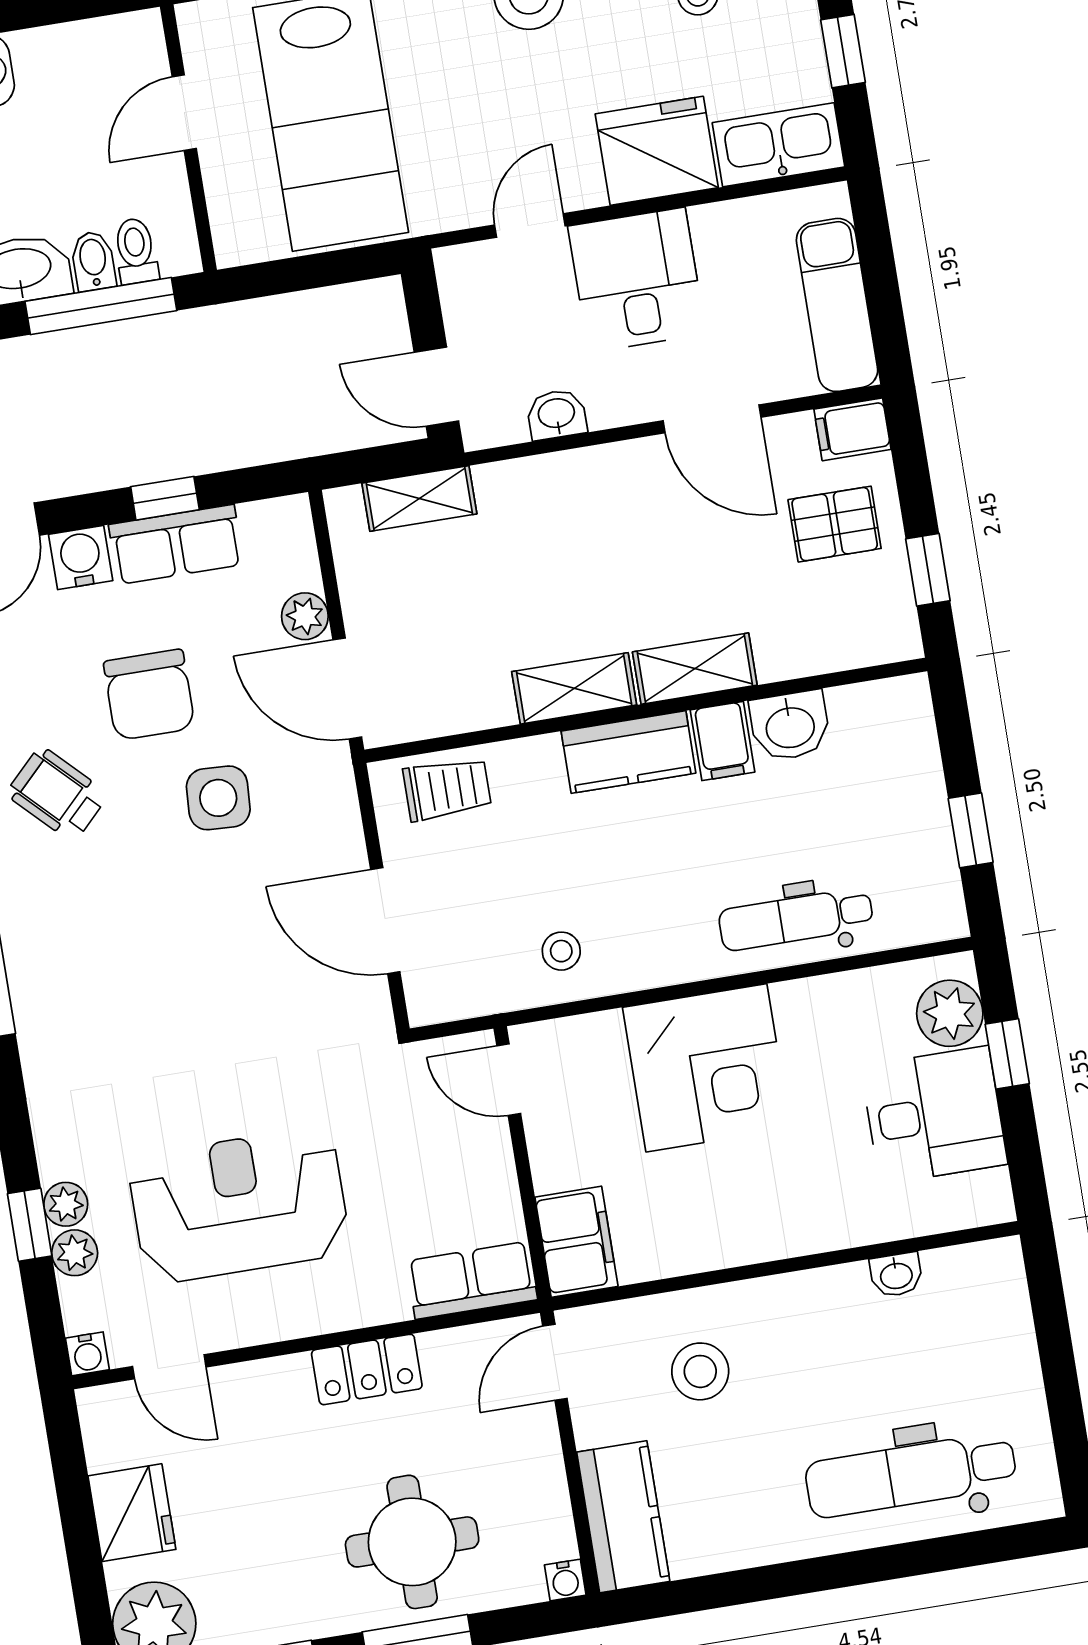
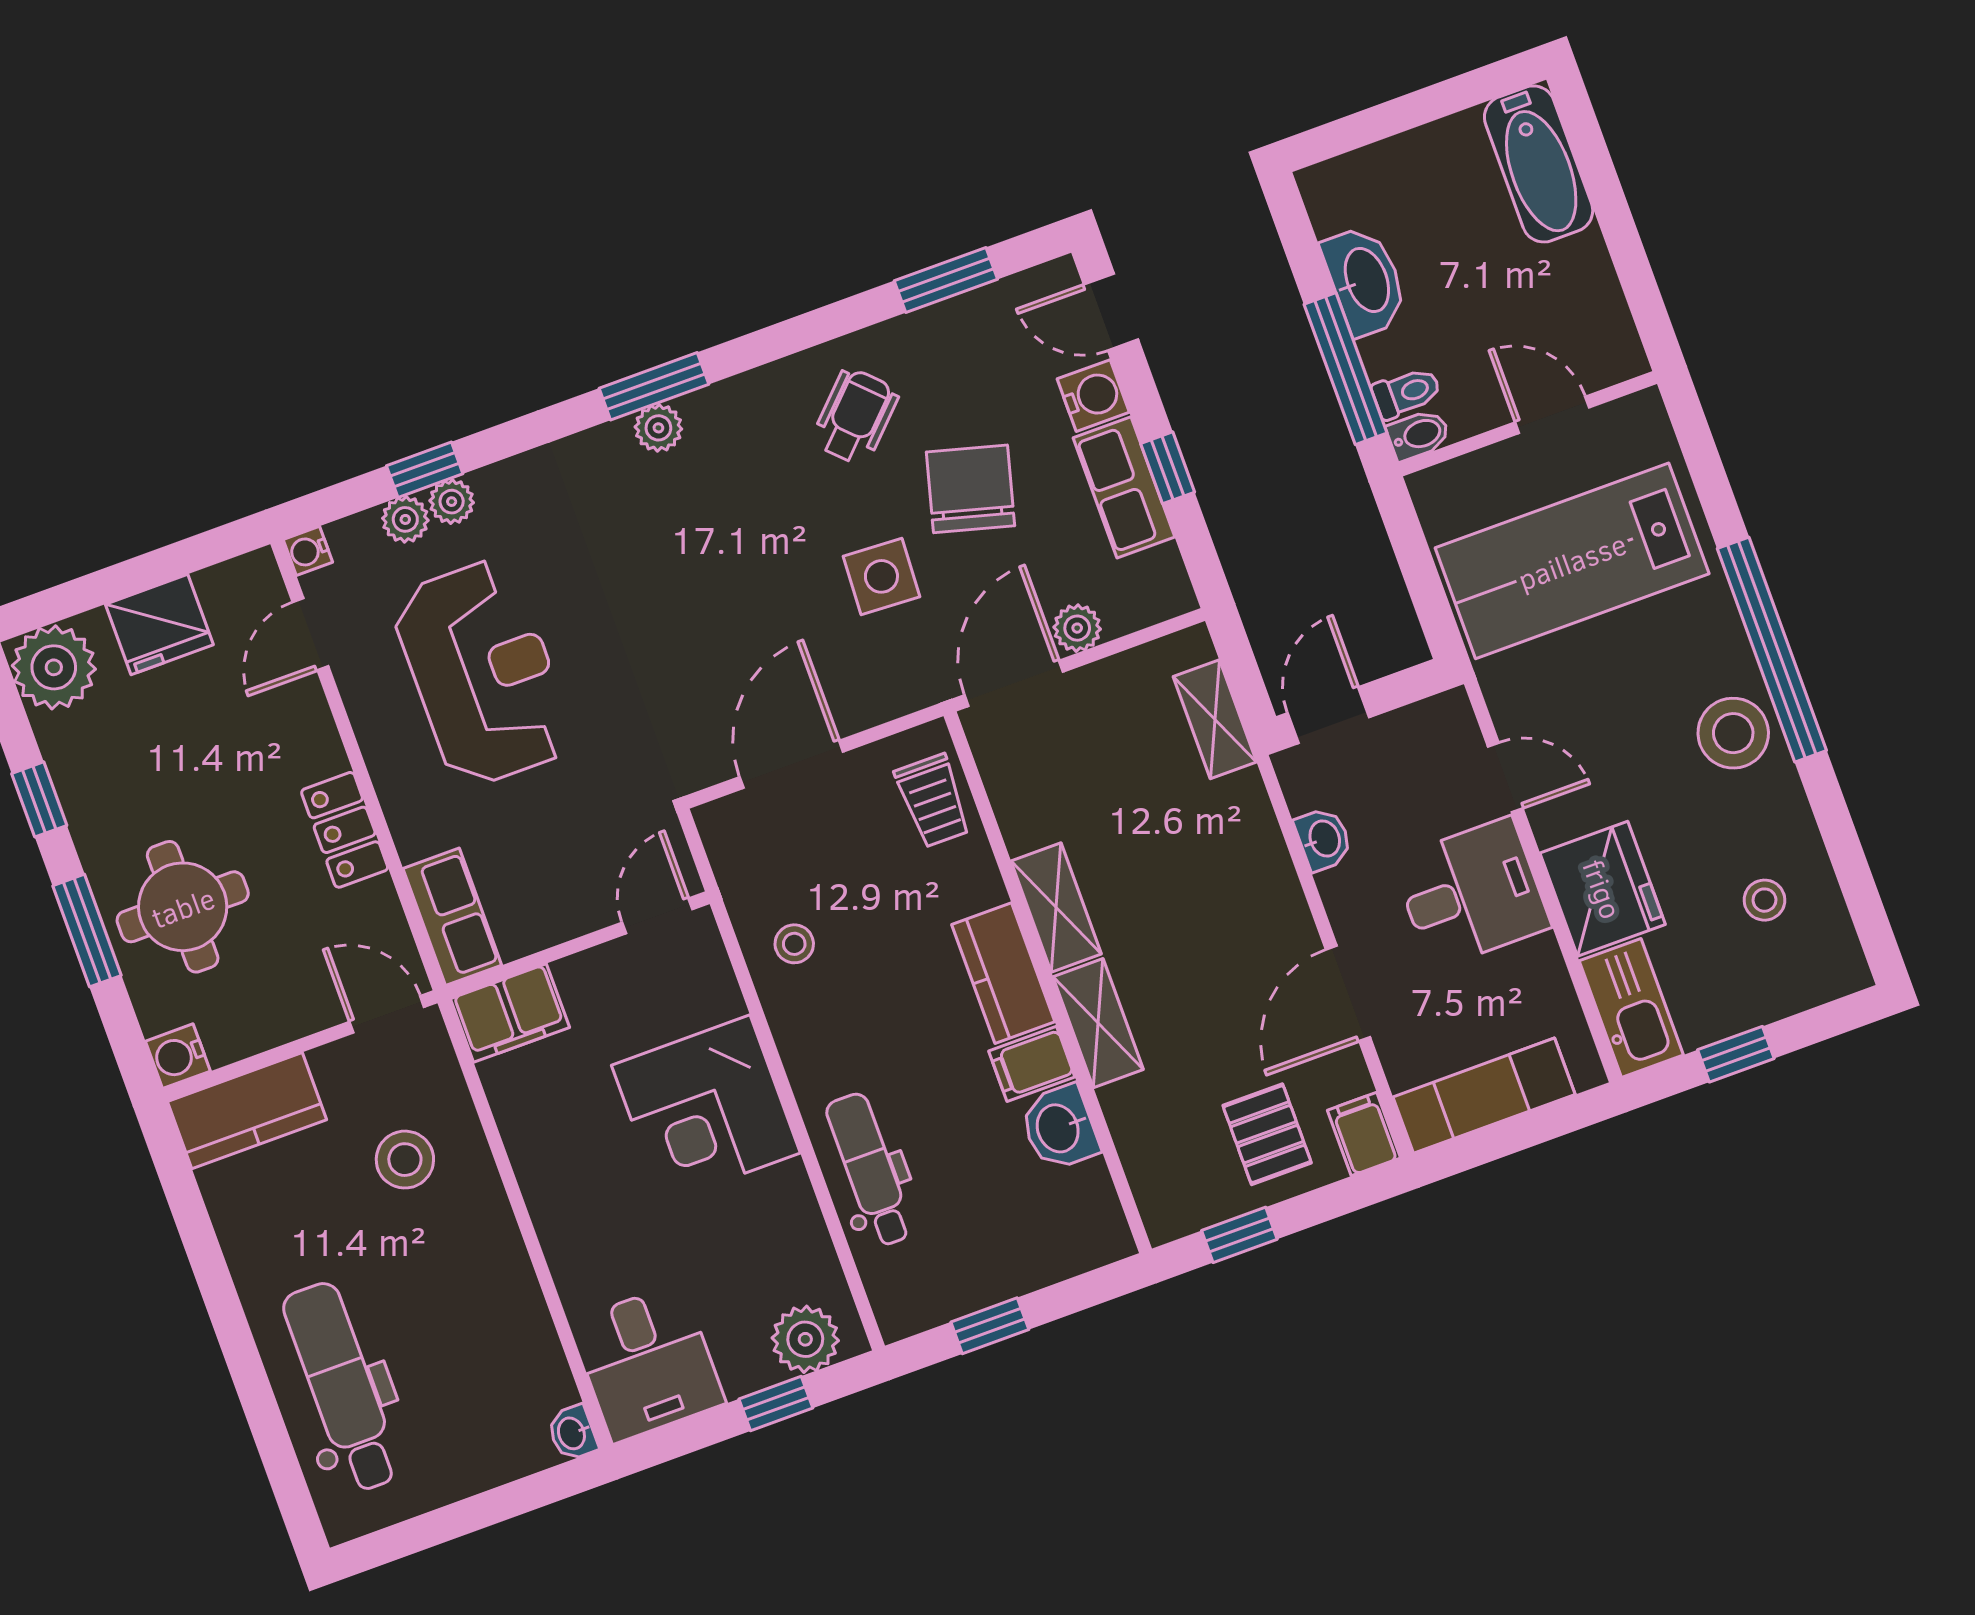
bidet: (93, 261) -> (1418, 435), moved
chair: (149, 695) -> (970, 489), turned 105
plant: (32, 988) -> (658, 428), added
desk: (934, 1115) -> (647, 1363), moved
washbasin: (896, 1275) -> (573, 1433), moved
water cooler: (565, 1580) -> (178, 1056), width x1.38, depth x1.38

